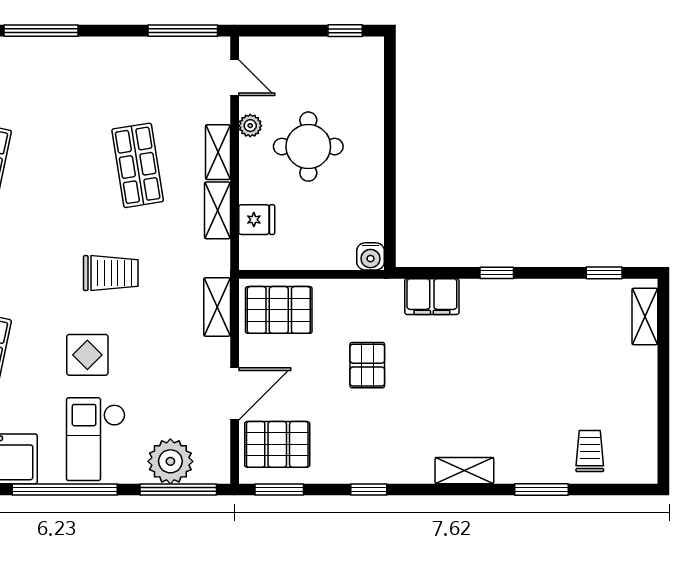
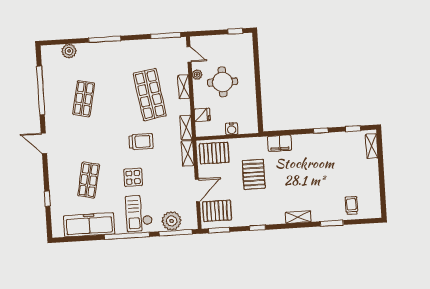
shop shelf: (138, 165) -> (150, 95), width x1.43, depth x1.36
shelving: (217, 210) -> (186, 127), moved
water cooler: (371, 256) -> (232, 129), moved
window: (497, 273) -> (321, 131), moved
pallet: (367, 365) -> (254, 174), width x1.50, depth x1.42

